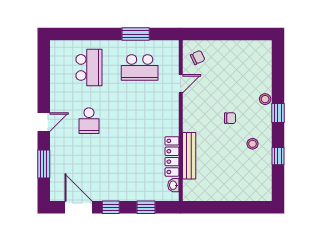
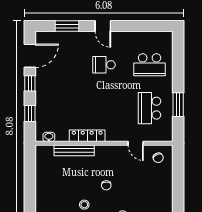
locker: (172, 156) -> (87, 136), moved

